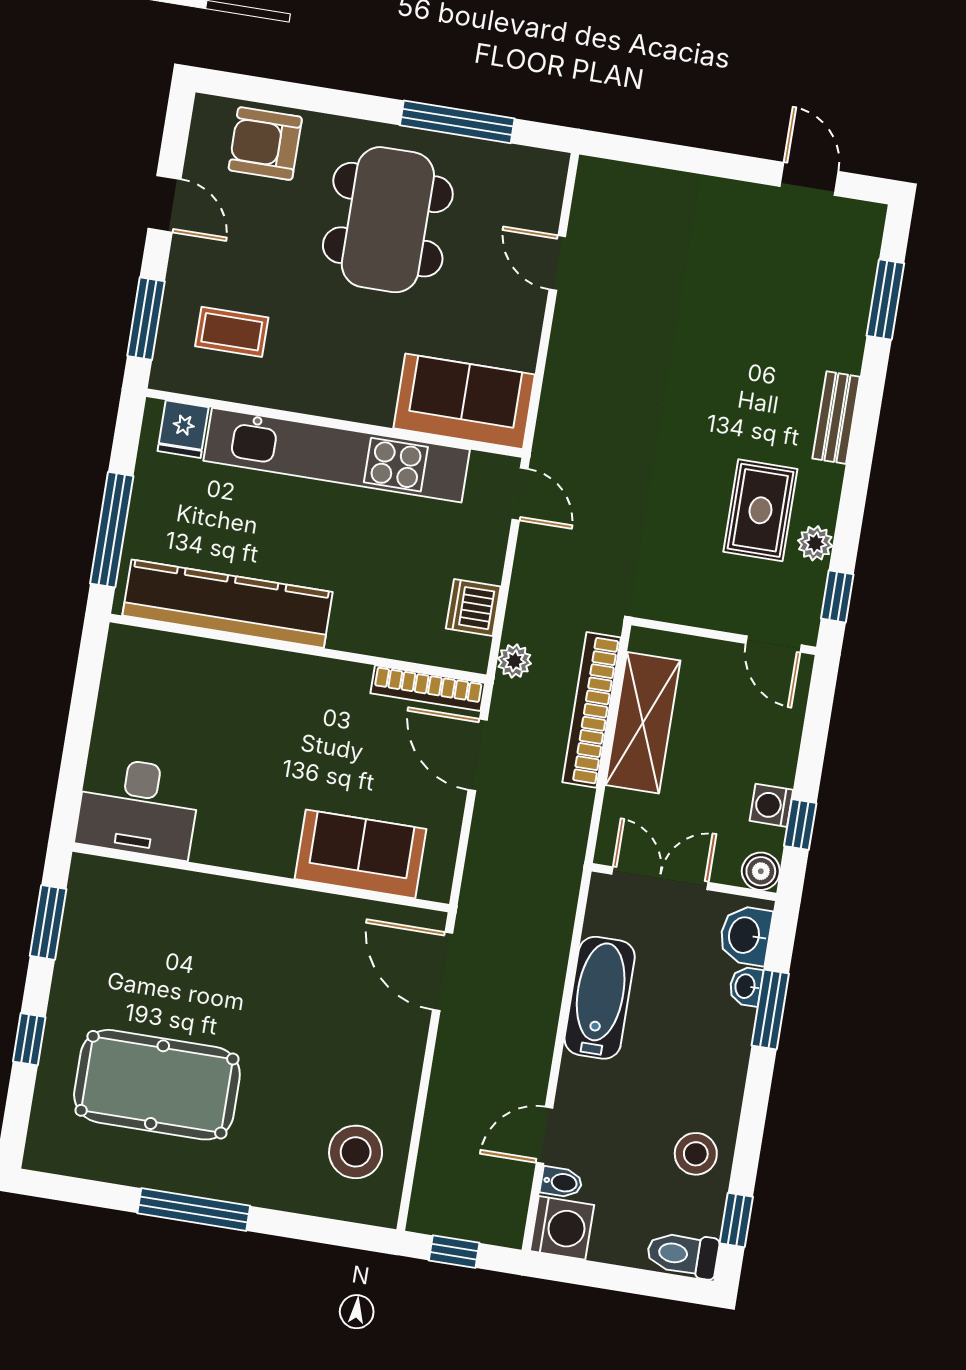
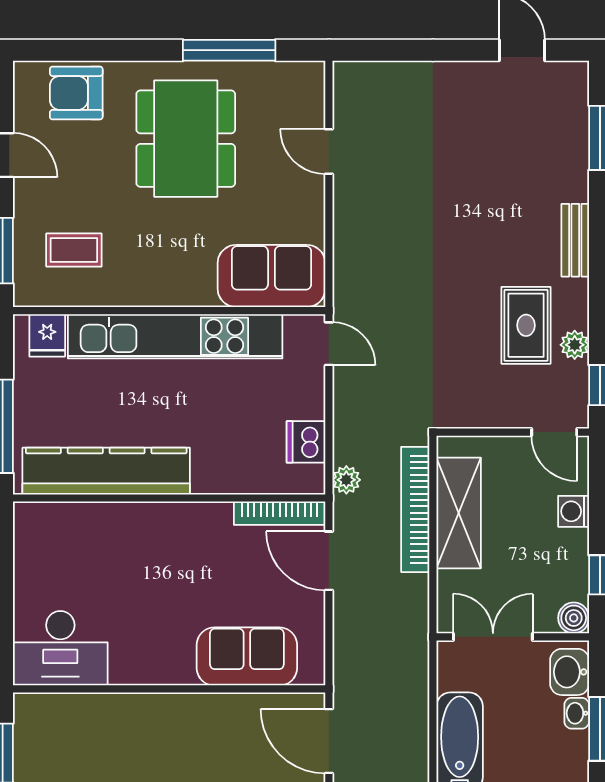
washing machine: (771, 805) -> (574, 511), moved

